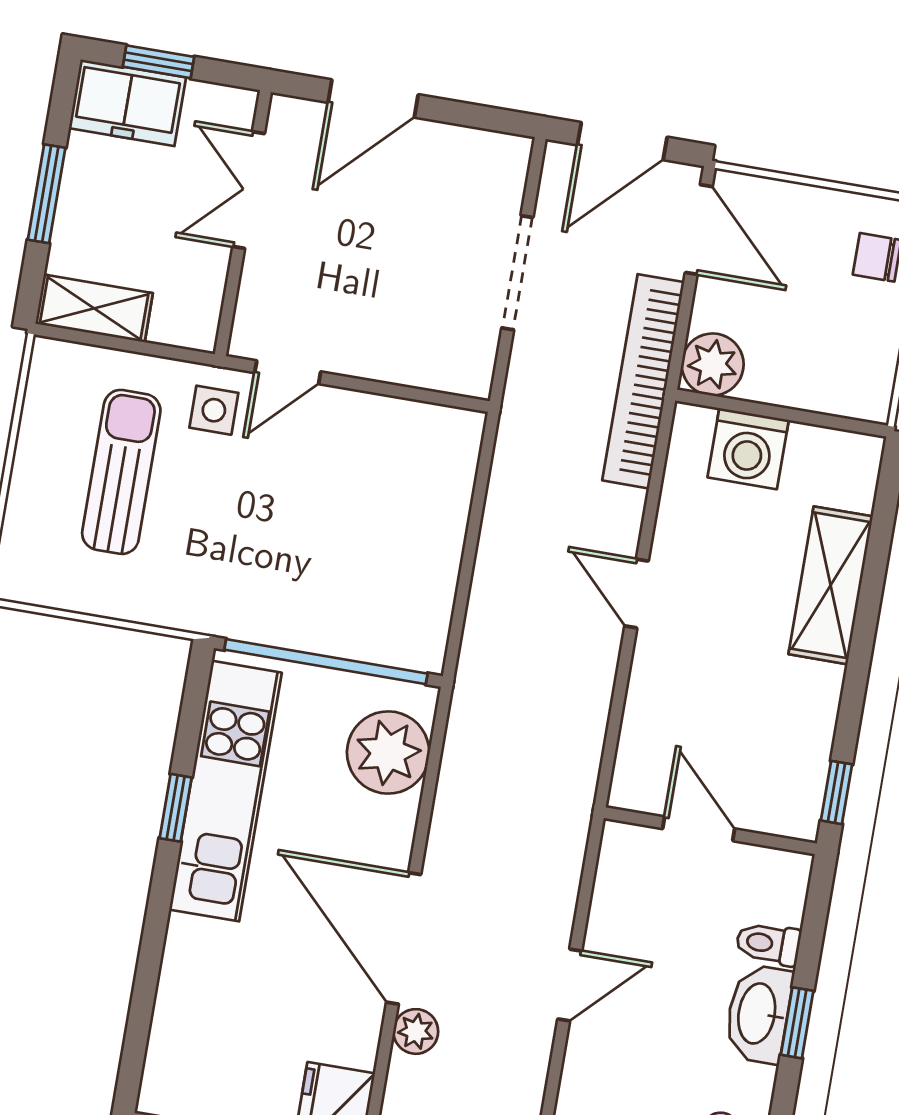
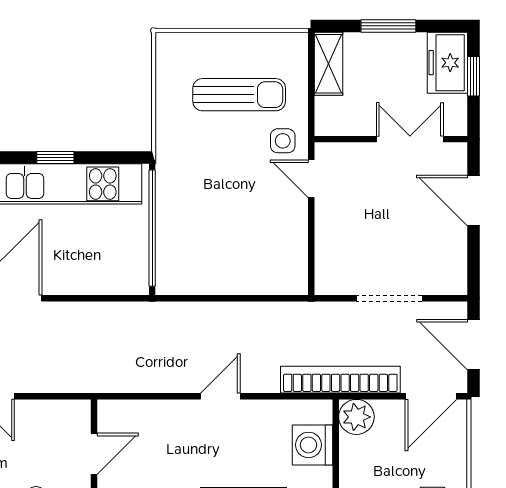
plant: (388, 752) -> (107, 272), removed

